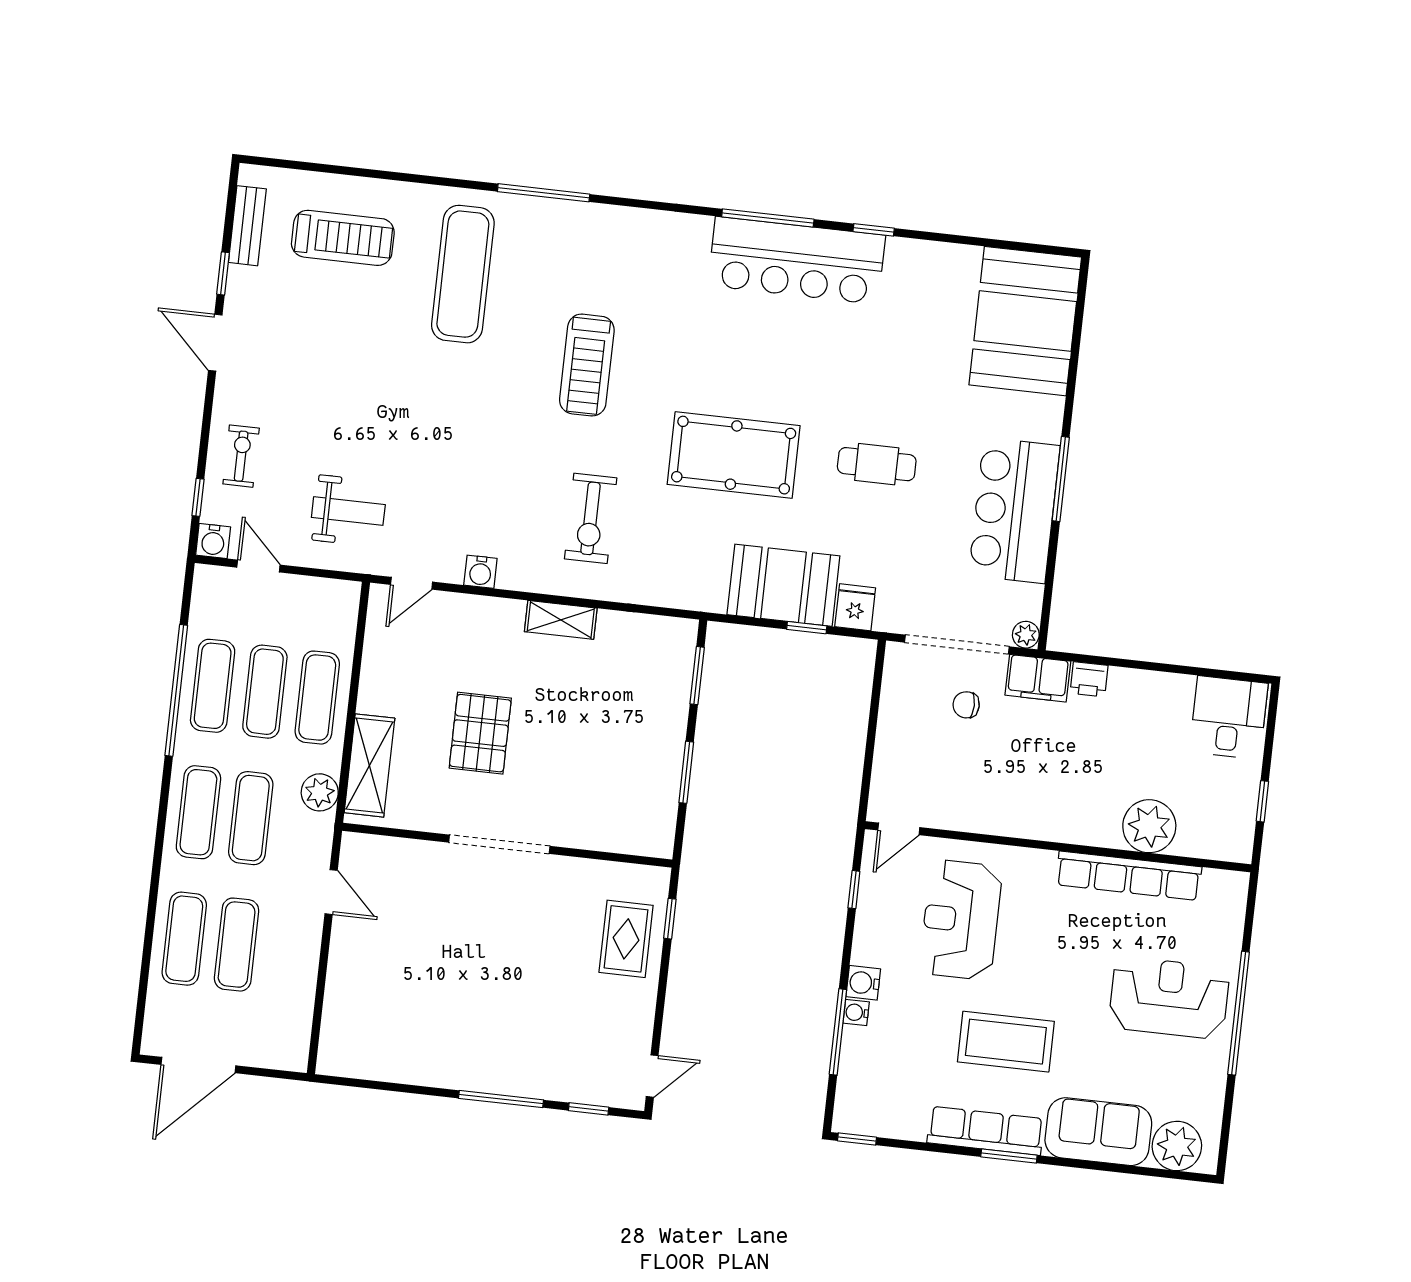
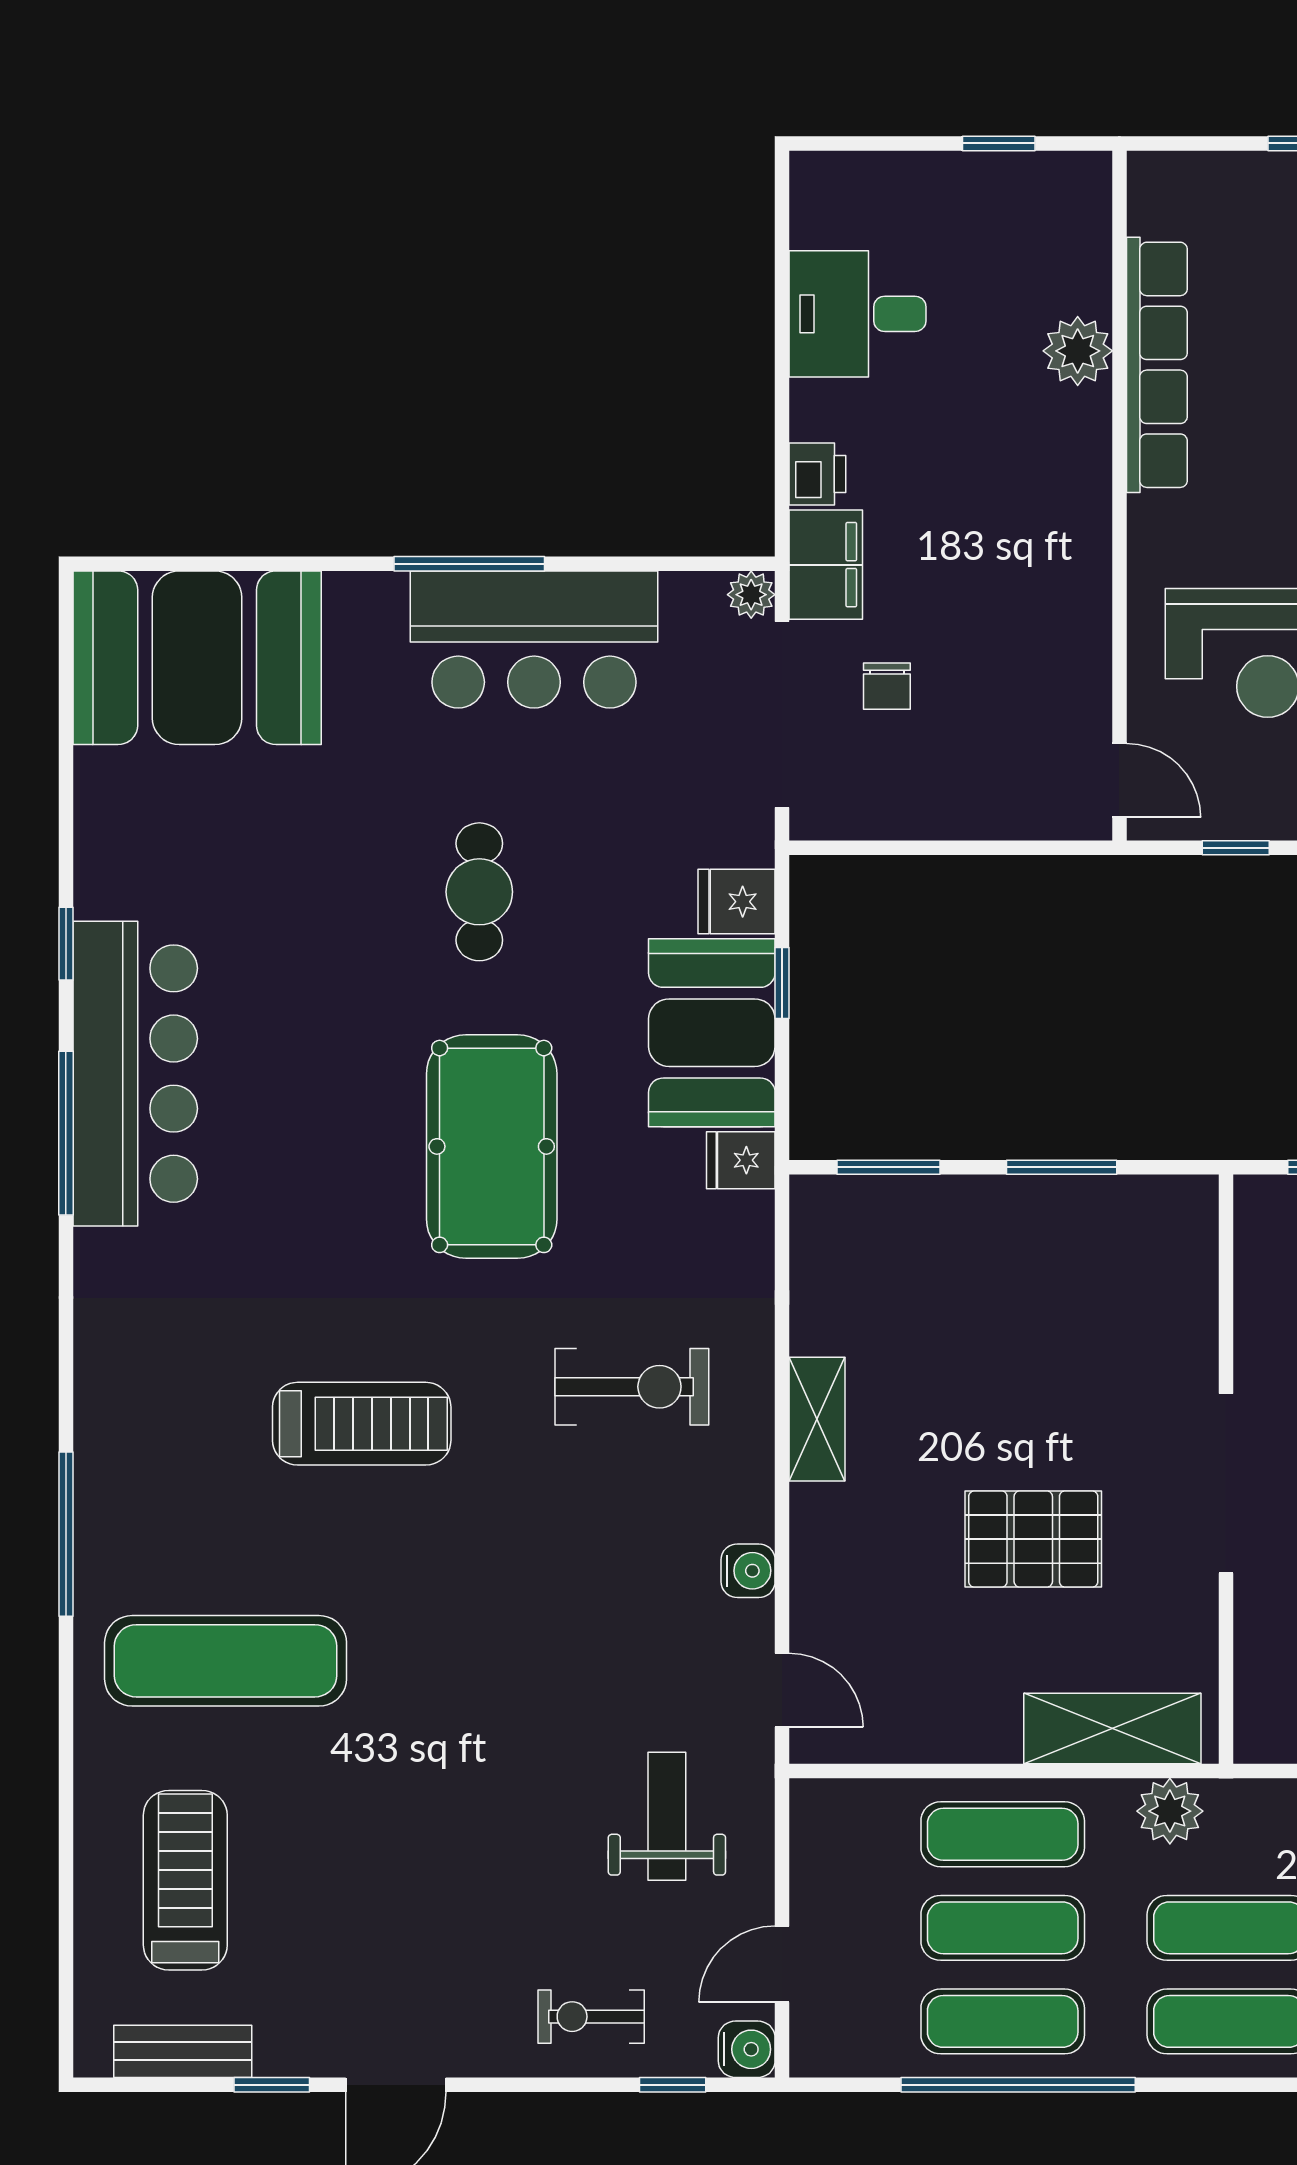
fridge: (710, 593) -> (741, 1160), added
desk: (1229, 718) -> (857, 314), moved
plant: (1149, 826) -> (1078, 351), width x0.73, depth x0.73

